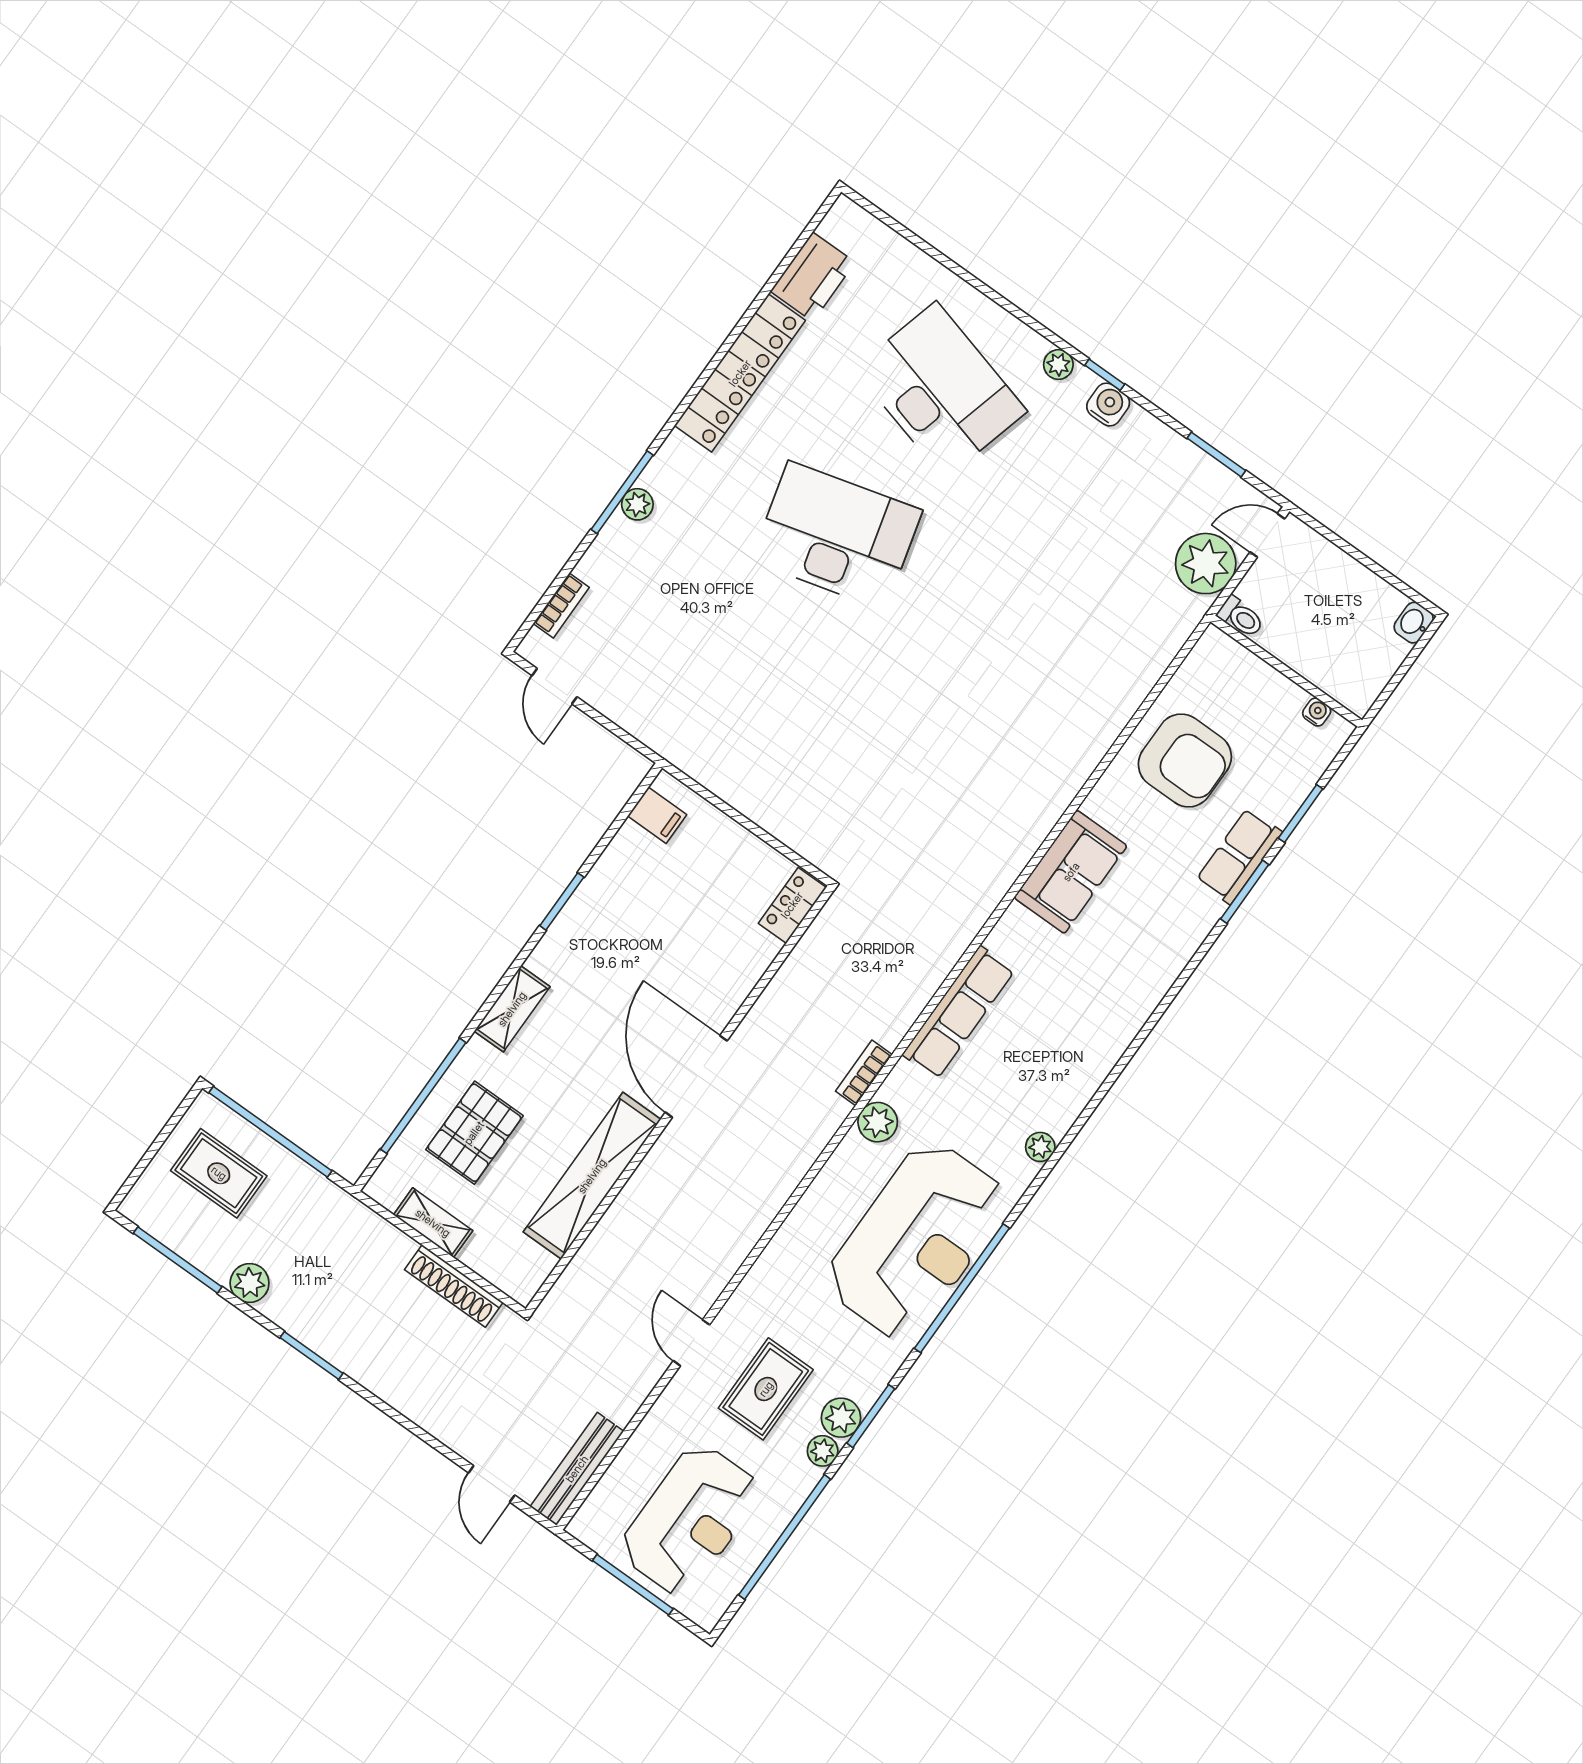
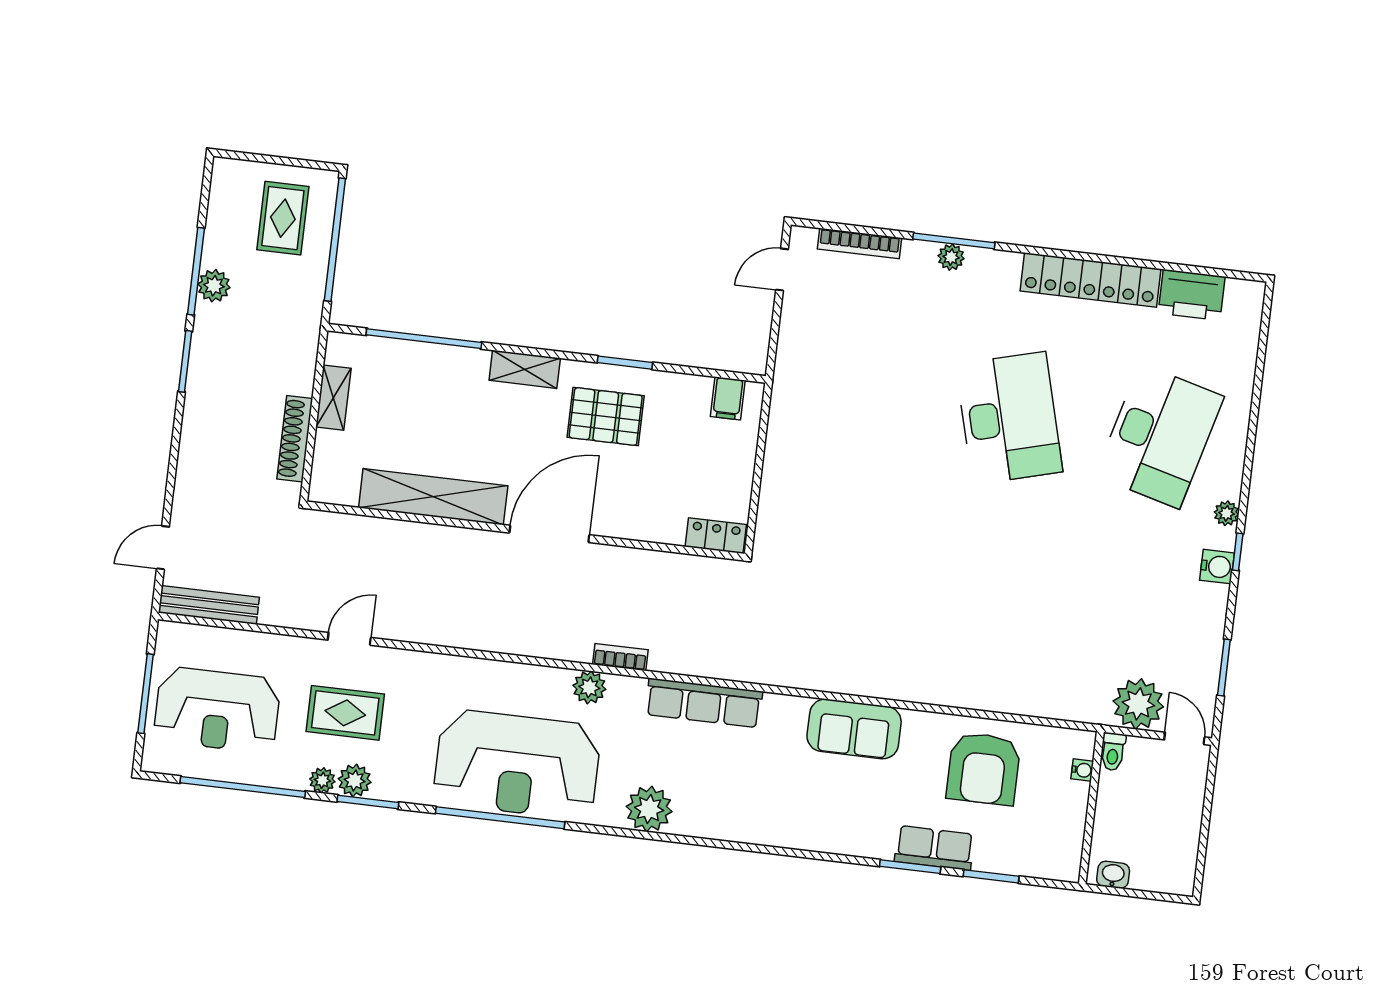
bookcase: (561, 606) -> (859, 243), width x1.56
washbasin: (1414, 623) -> (1113, 875), moved
water cooler: (1317, 712) -> (1082, 770), moved
pallet: (474, 1133) -> (606, 417), moved
plant: (1040, 1147) -> (649, 809), width x1.88, depth x1.88
window: (178, 1260) -> (196, 271), moved

